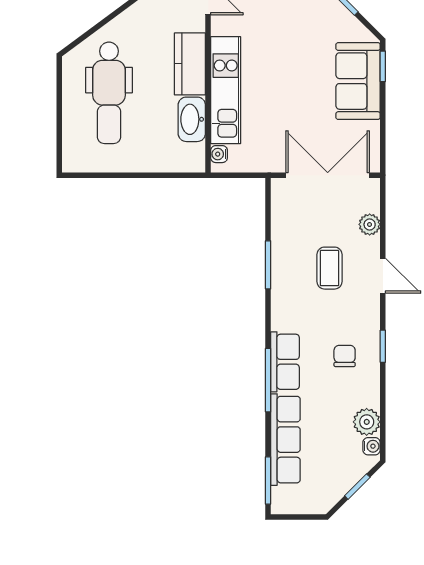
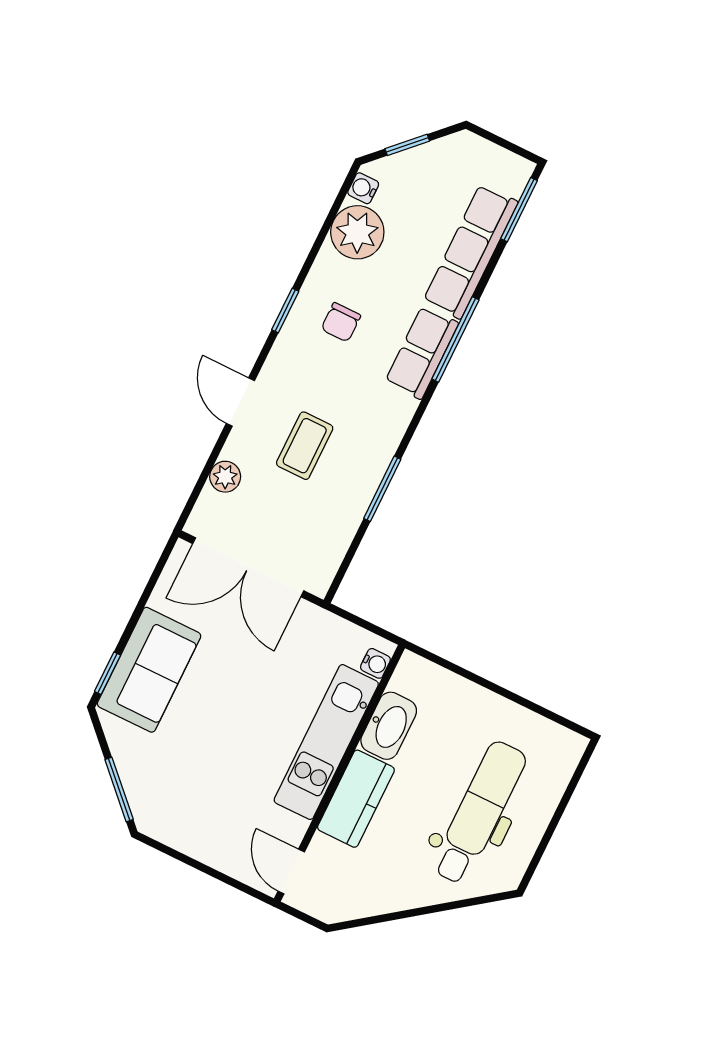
plant: (367, 422) -> (357, 232), width x1.36, depth x1.36

